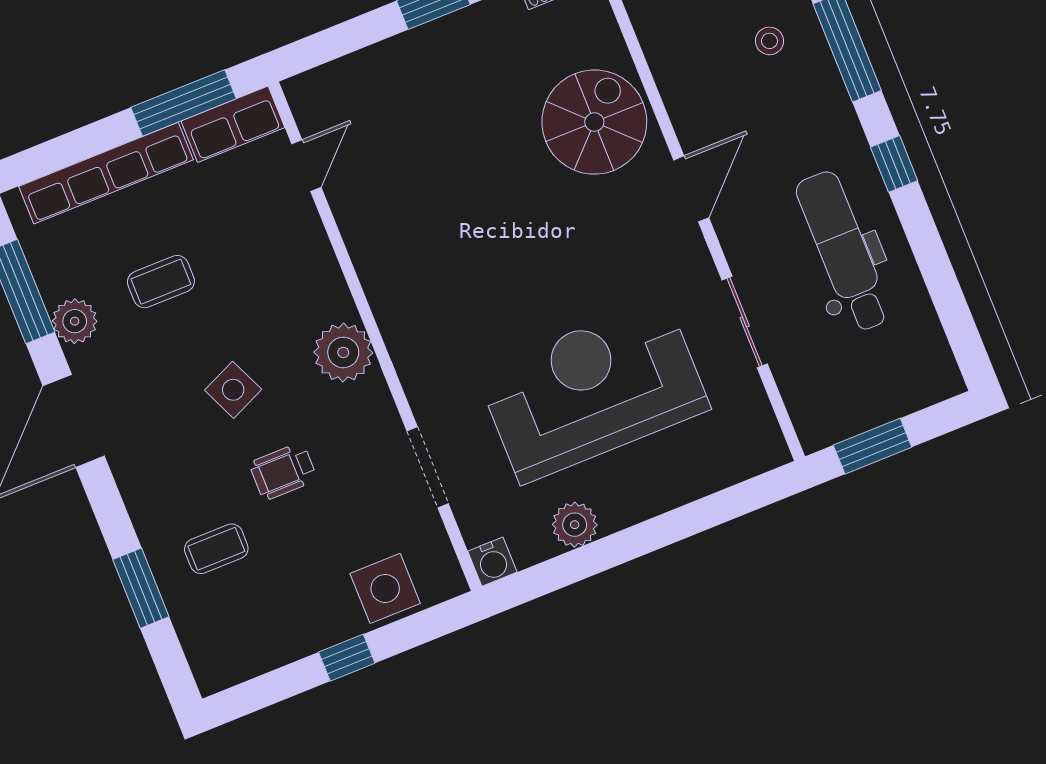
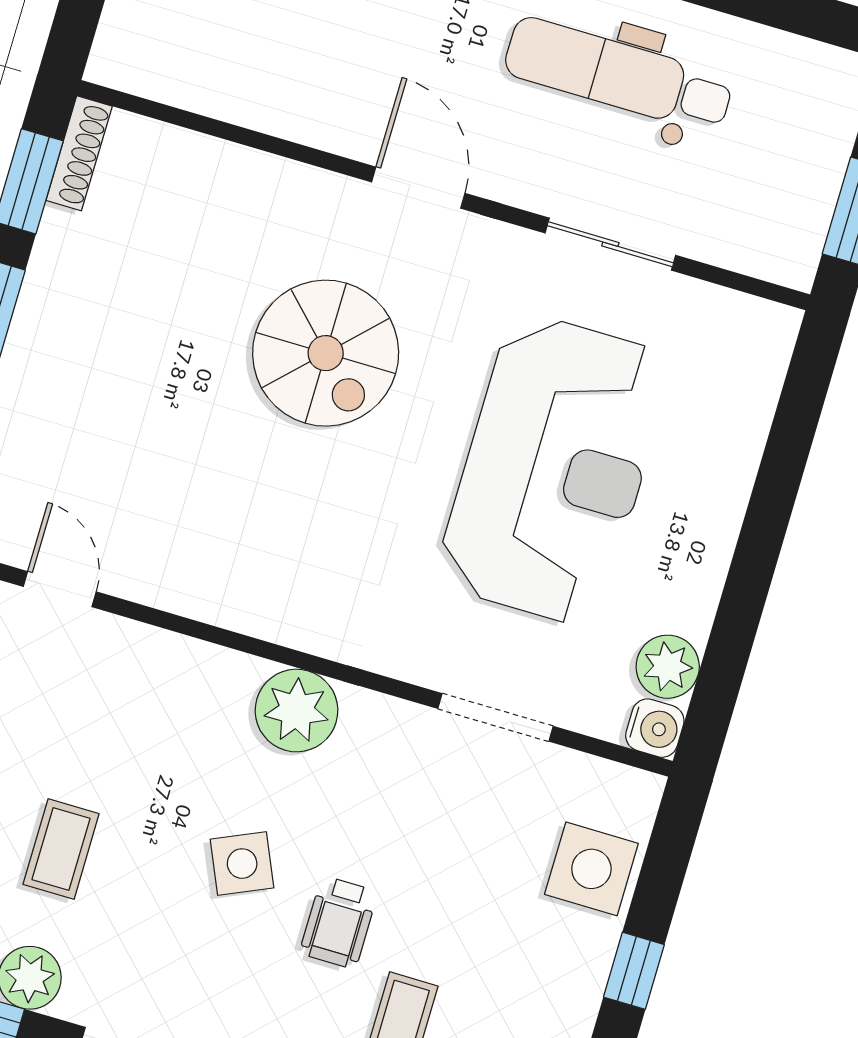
spiral stairs: (594, 122) -> (326, 353), moved, turned 180
reception desk: (593, 390) -> (554, 470), turned 180
wheelchair: (283, 471) -> (339, 922), moved
plant: (575, 525) -> (668, 667), moved

